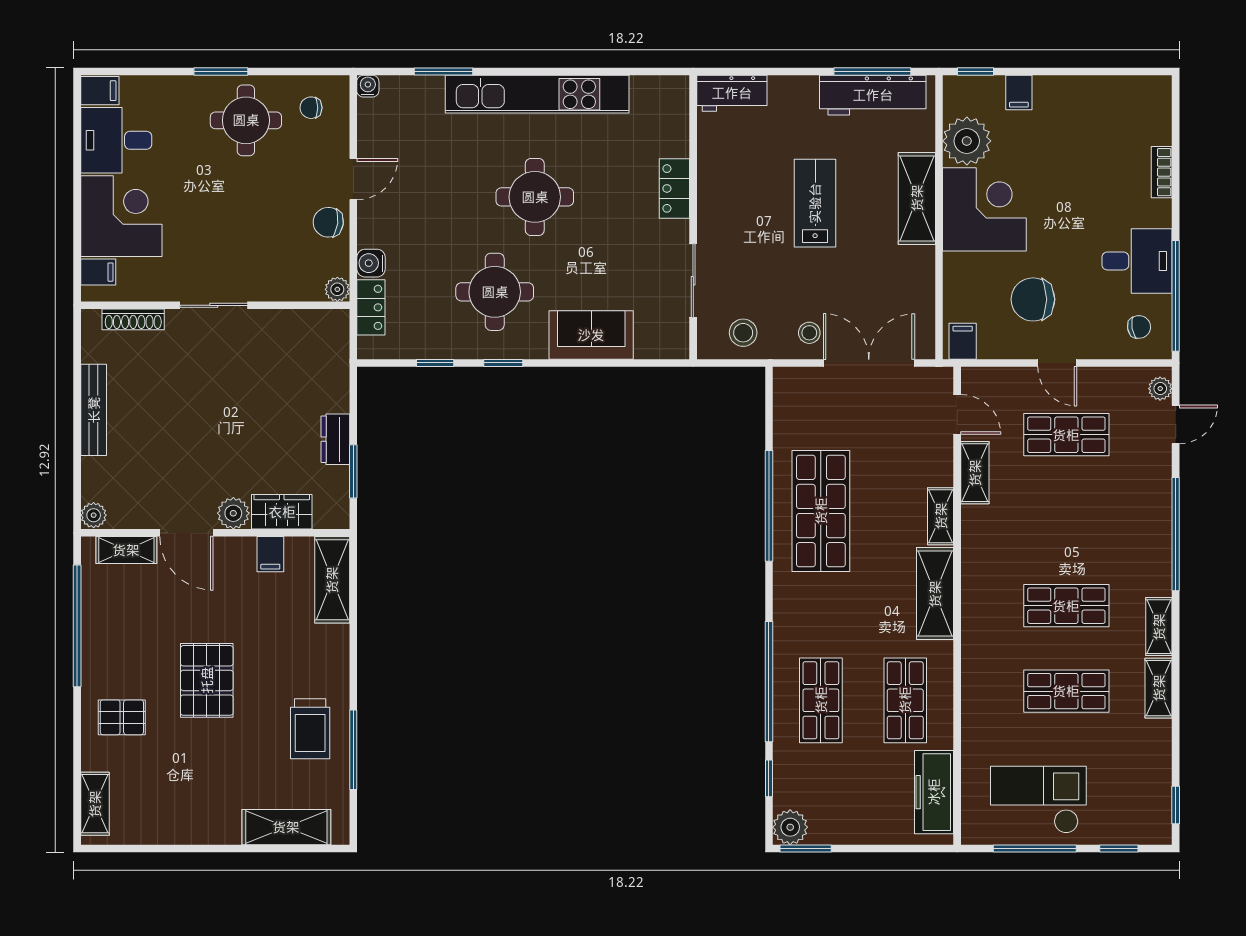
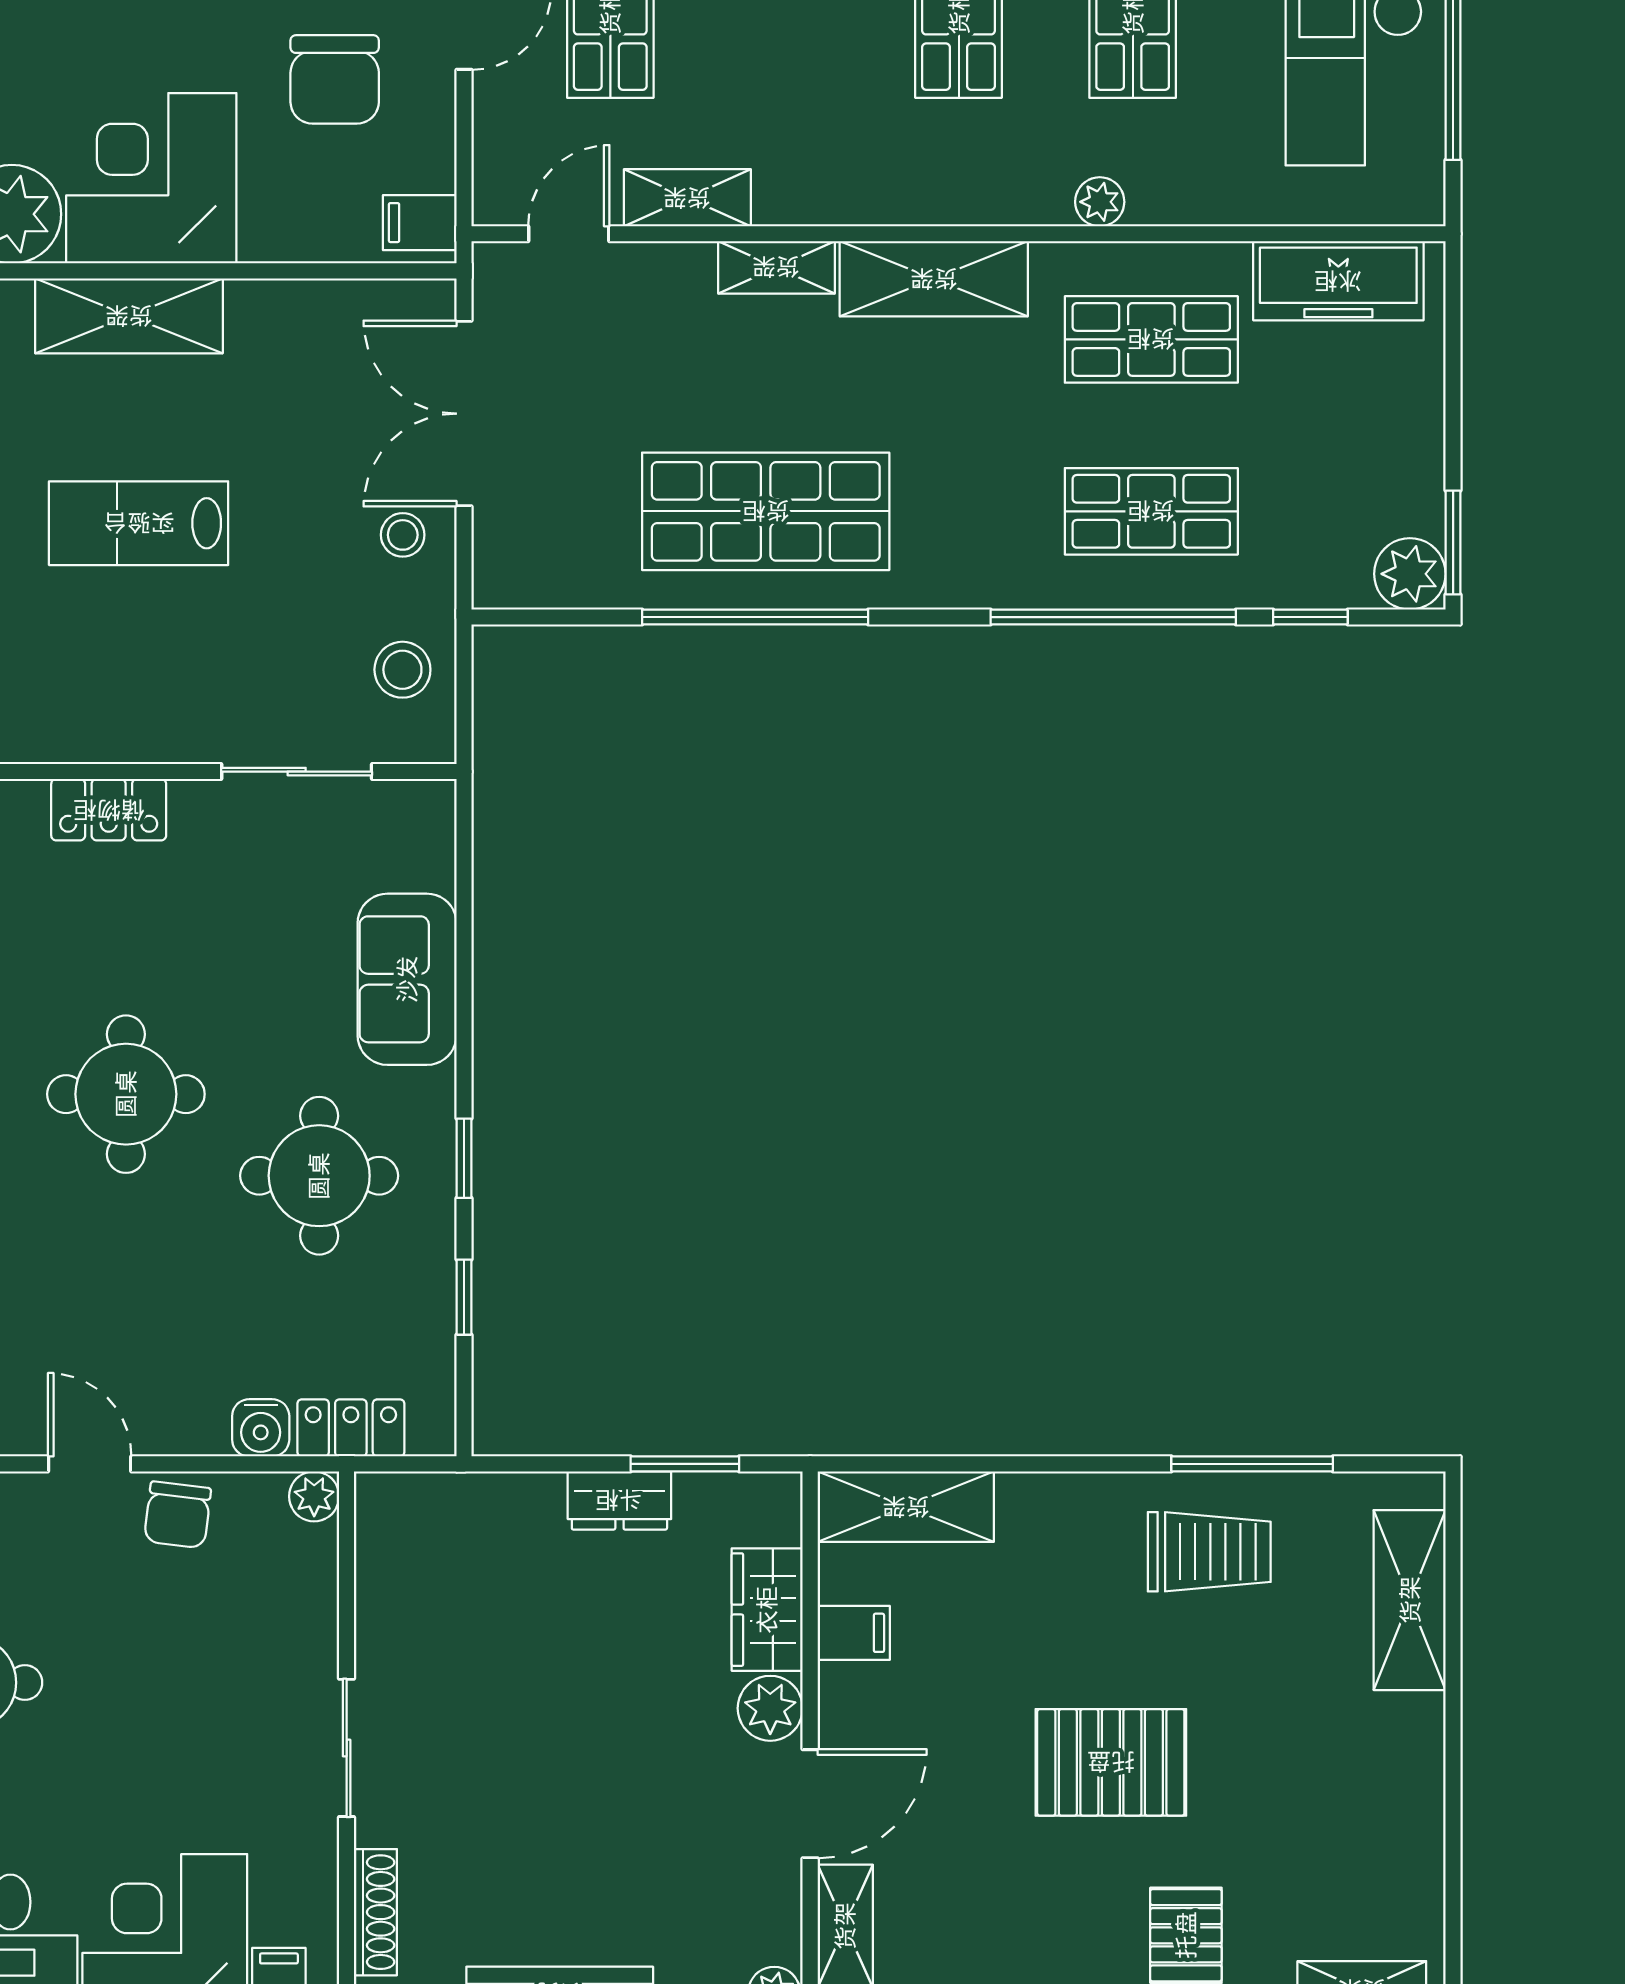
plant: (973, 675) -> (1100, 202), added

